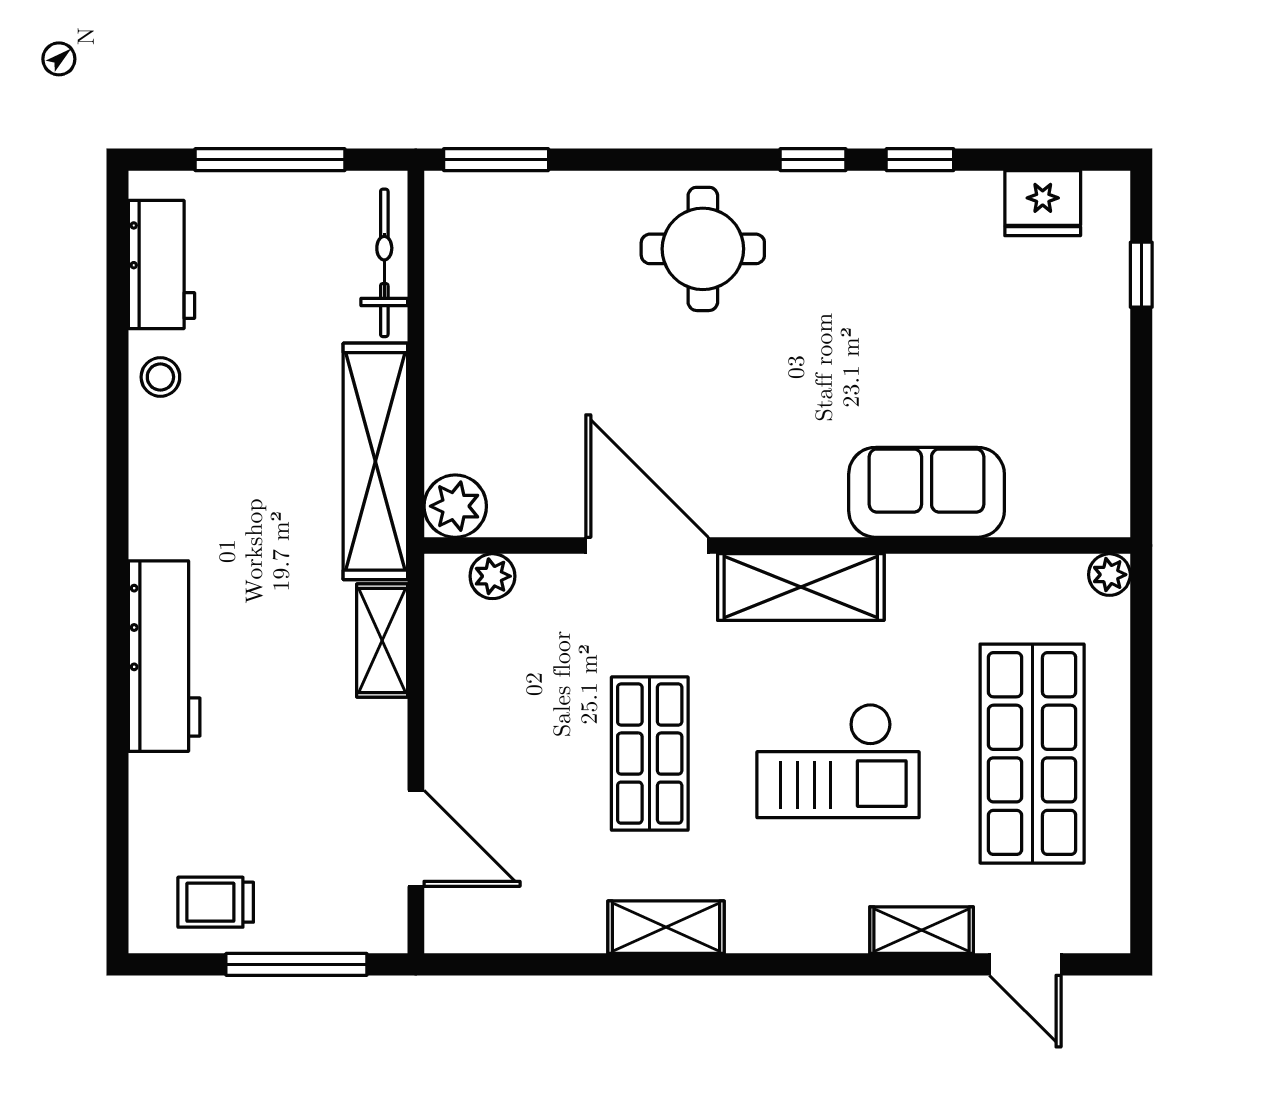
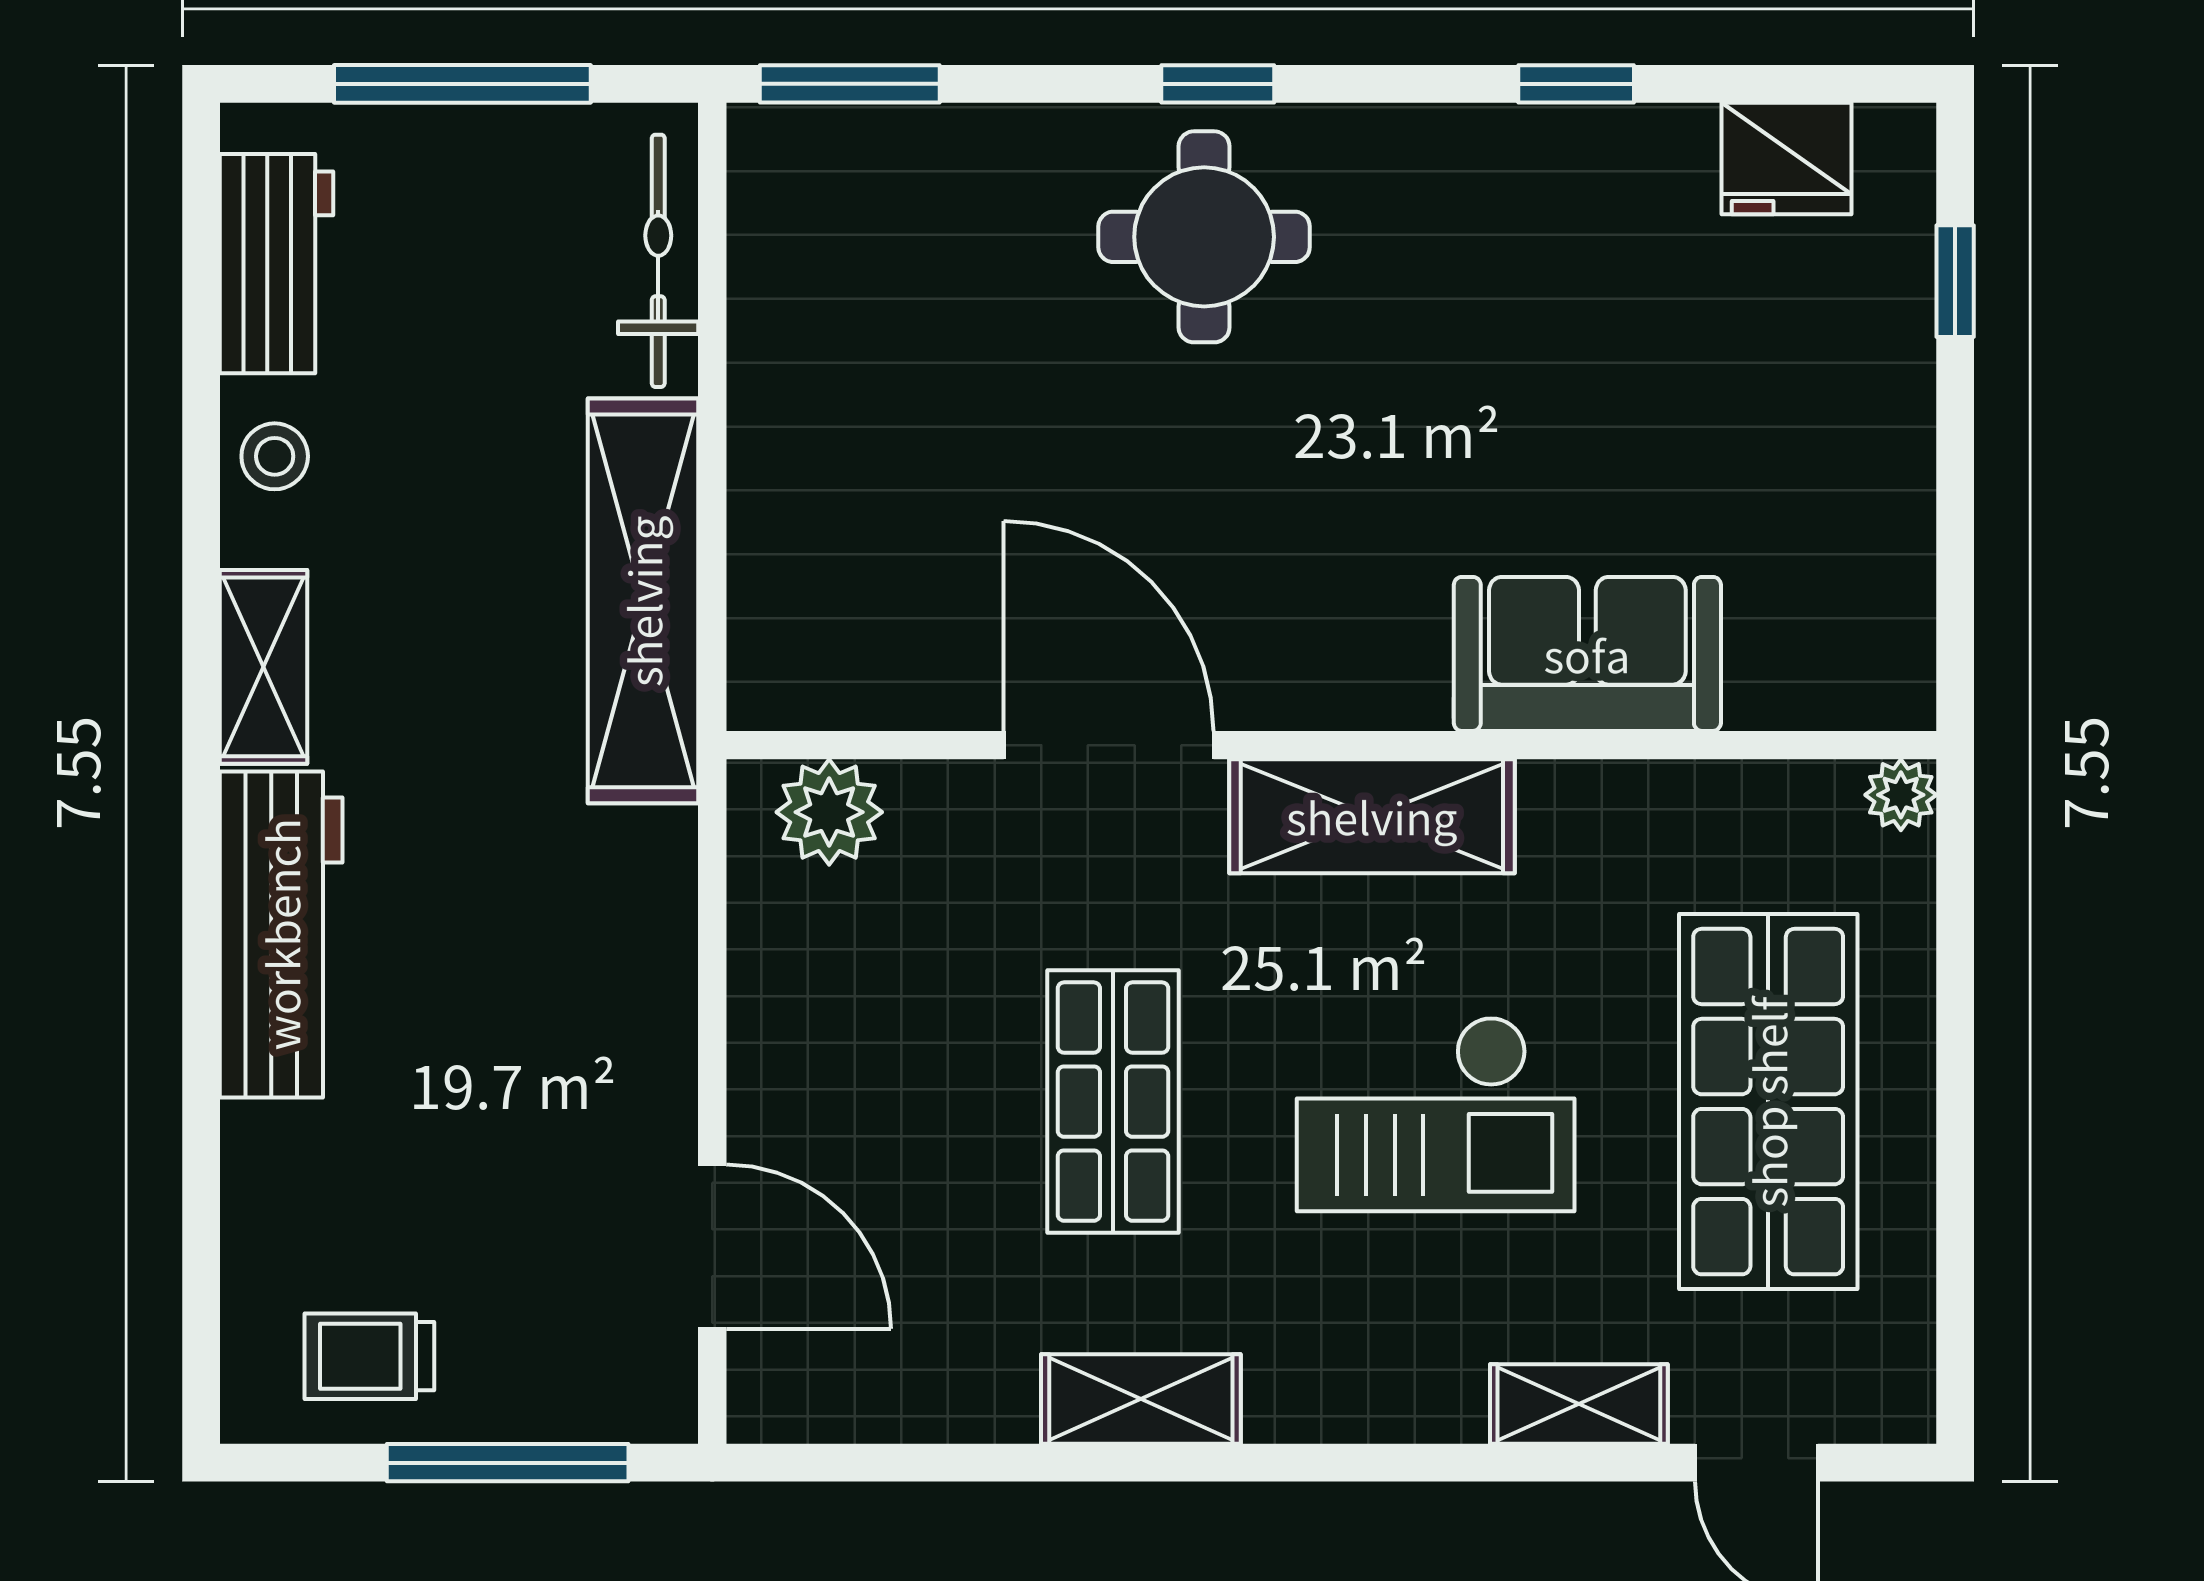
window: (813, 160) -> (1218, 84), moved
plant: (455, 506) -> (780, 678), removed
plant: (492, 576) -> (829, 812), width x1.38, depth x1.38
shelving: (382, 641) -> (263, 667), moved

